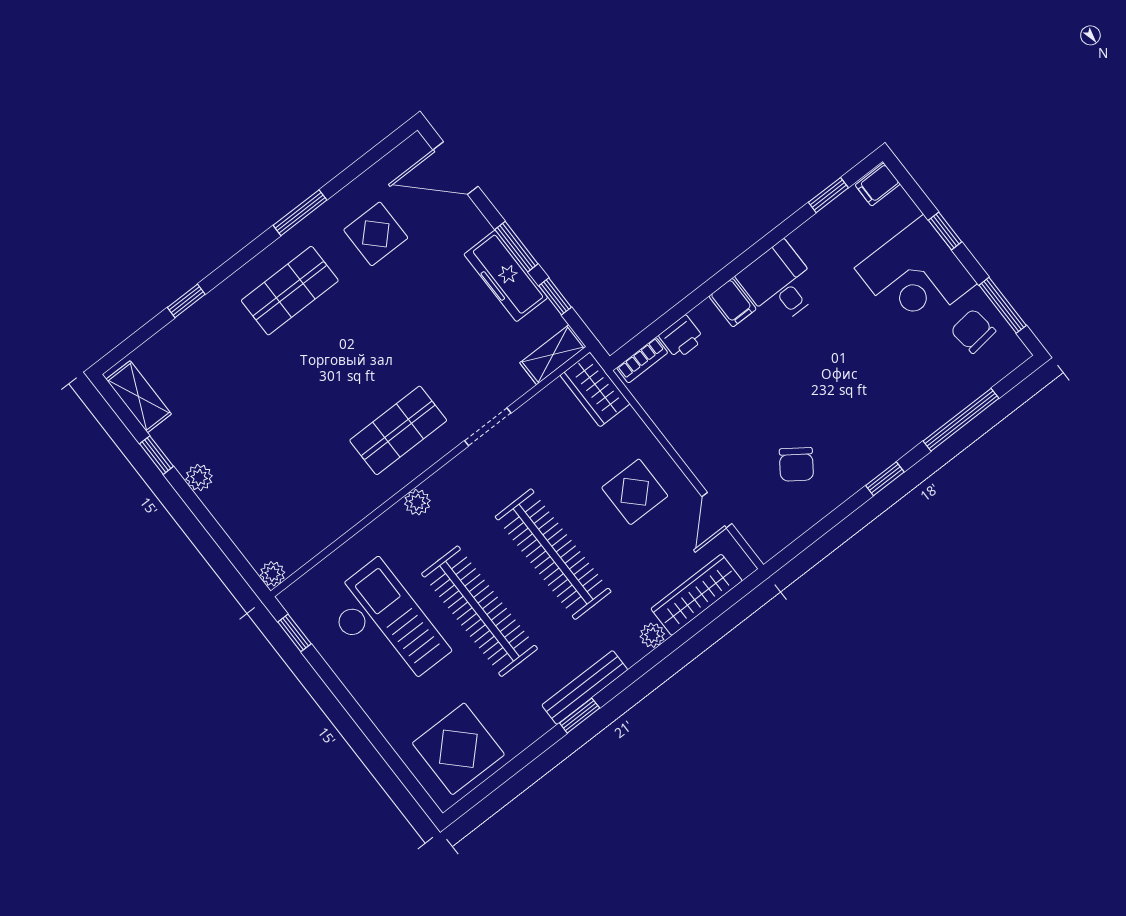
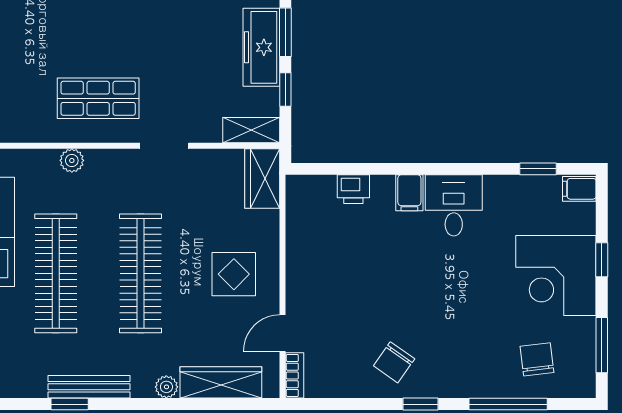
chair: (973, 331) -> (537, 359), moved
bookcase: (642, 360) -> (294, 375), moved, turned -90
chair: (796, 464) -> (394, 362), moved

